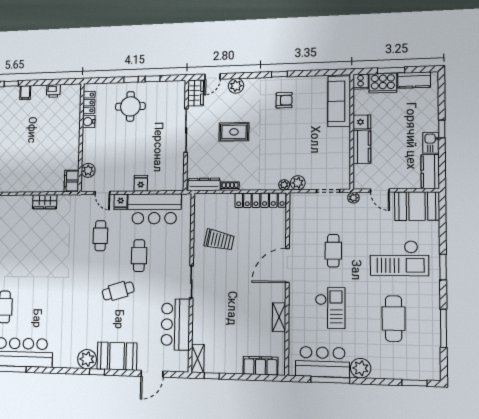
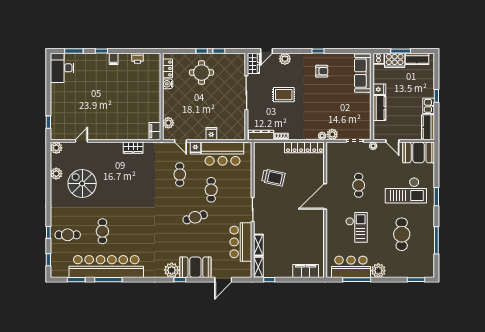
shelving: (279, 317) -> (258, 245), moved

